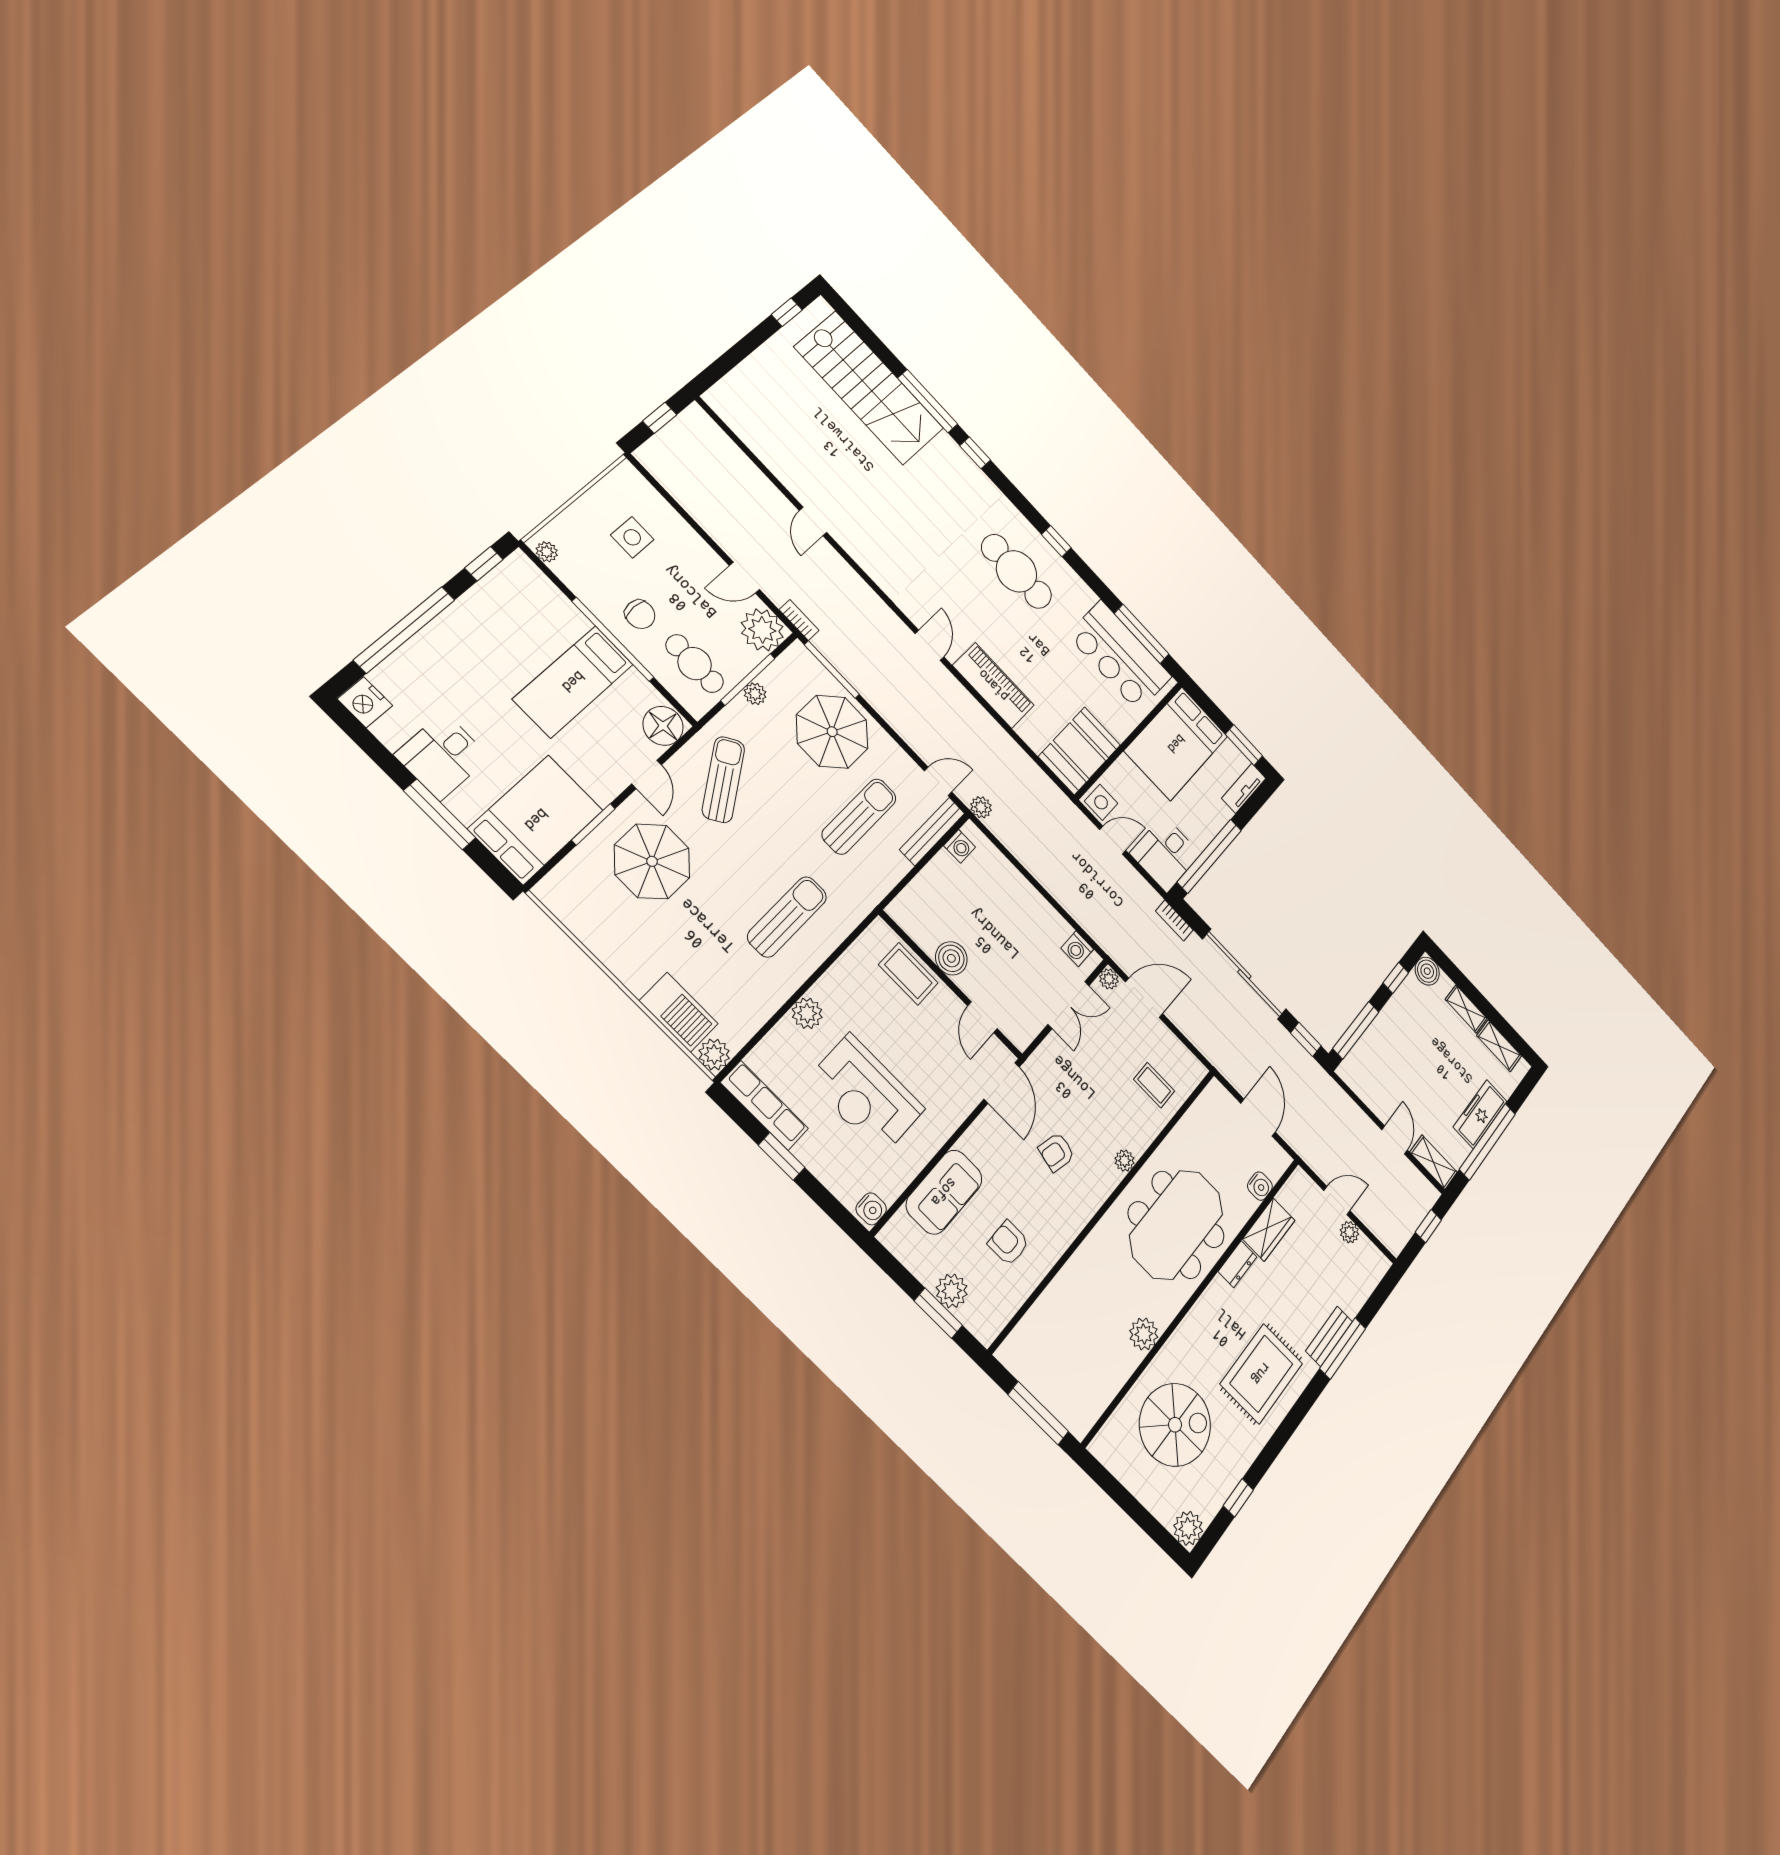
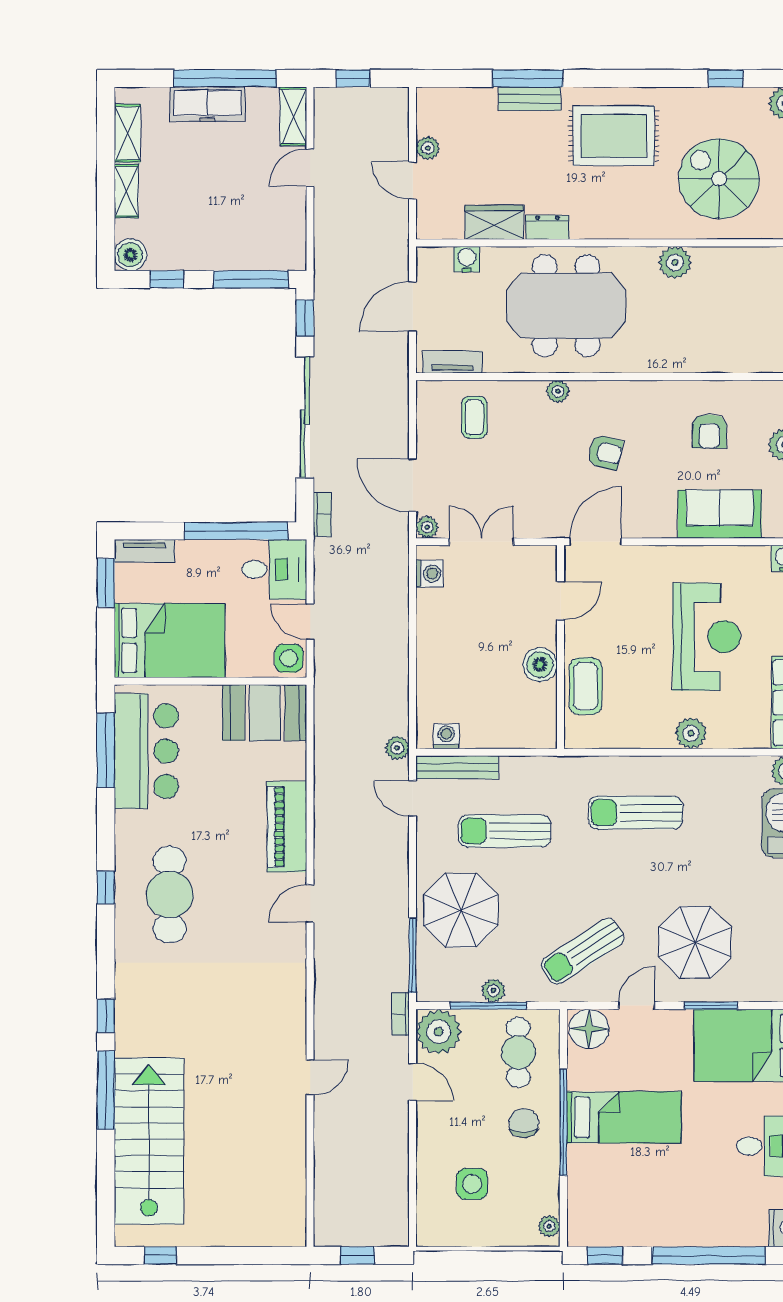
tv unit: (1202, 1108) -> (453, 362), added

